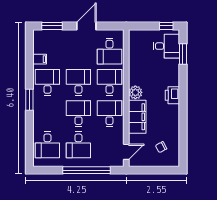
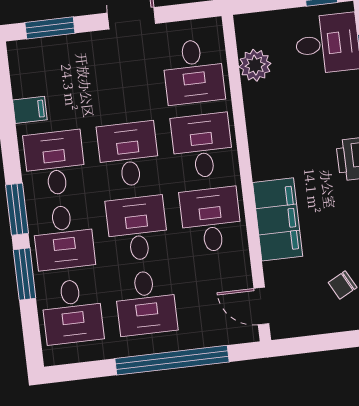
plant: (135, 92) -> (255, 65), moved
desk: (47, 114) -> (64, 237), added
window: (29, 127) -> (25, 274), added
door: (126, 152) -> (261, 306), swing flipped

